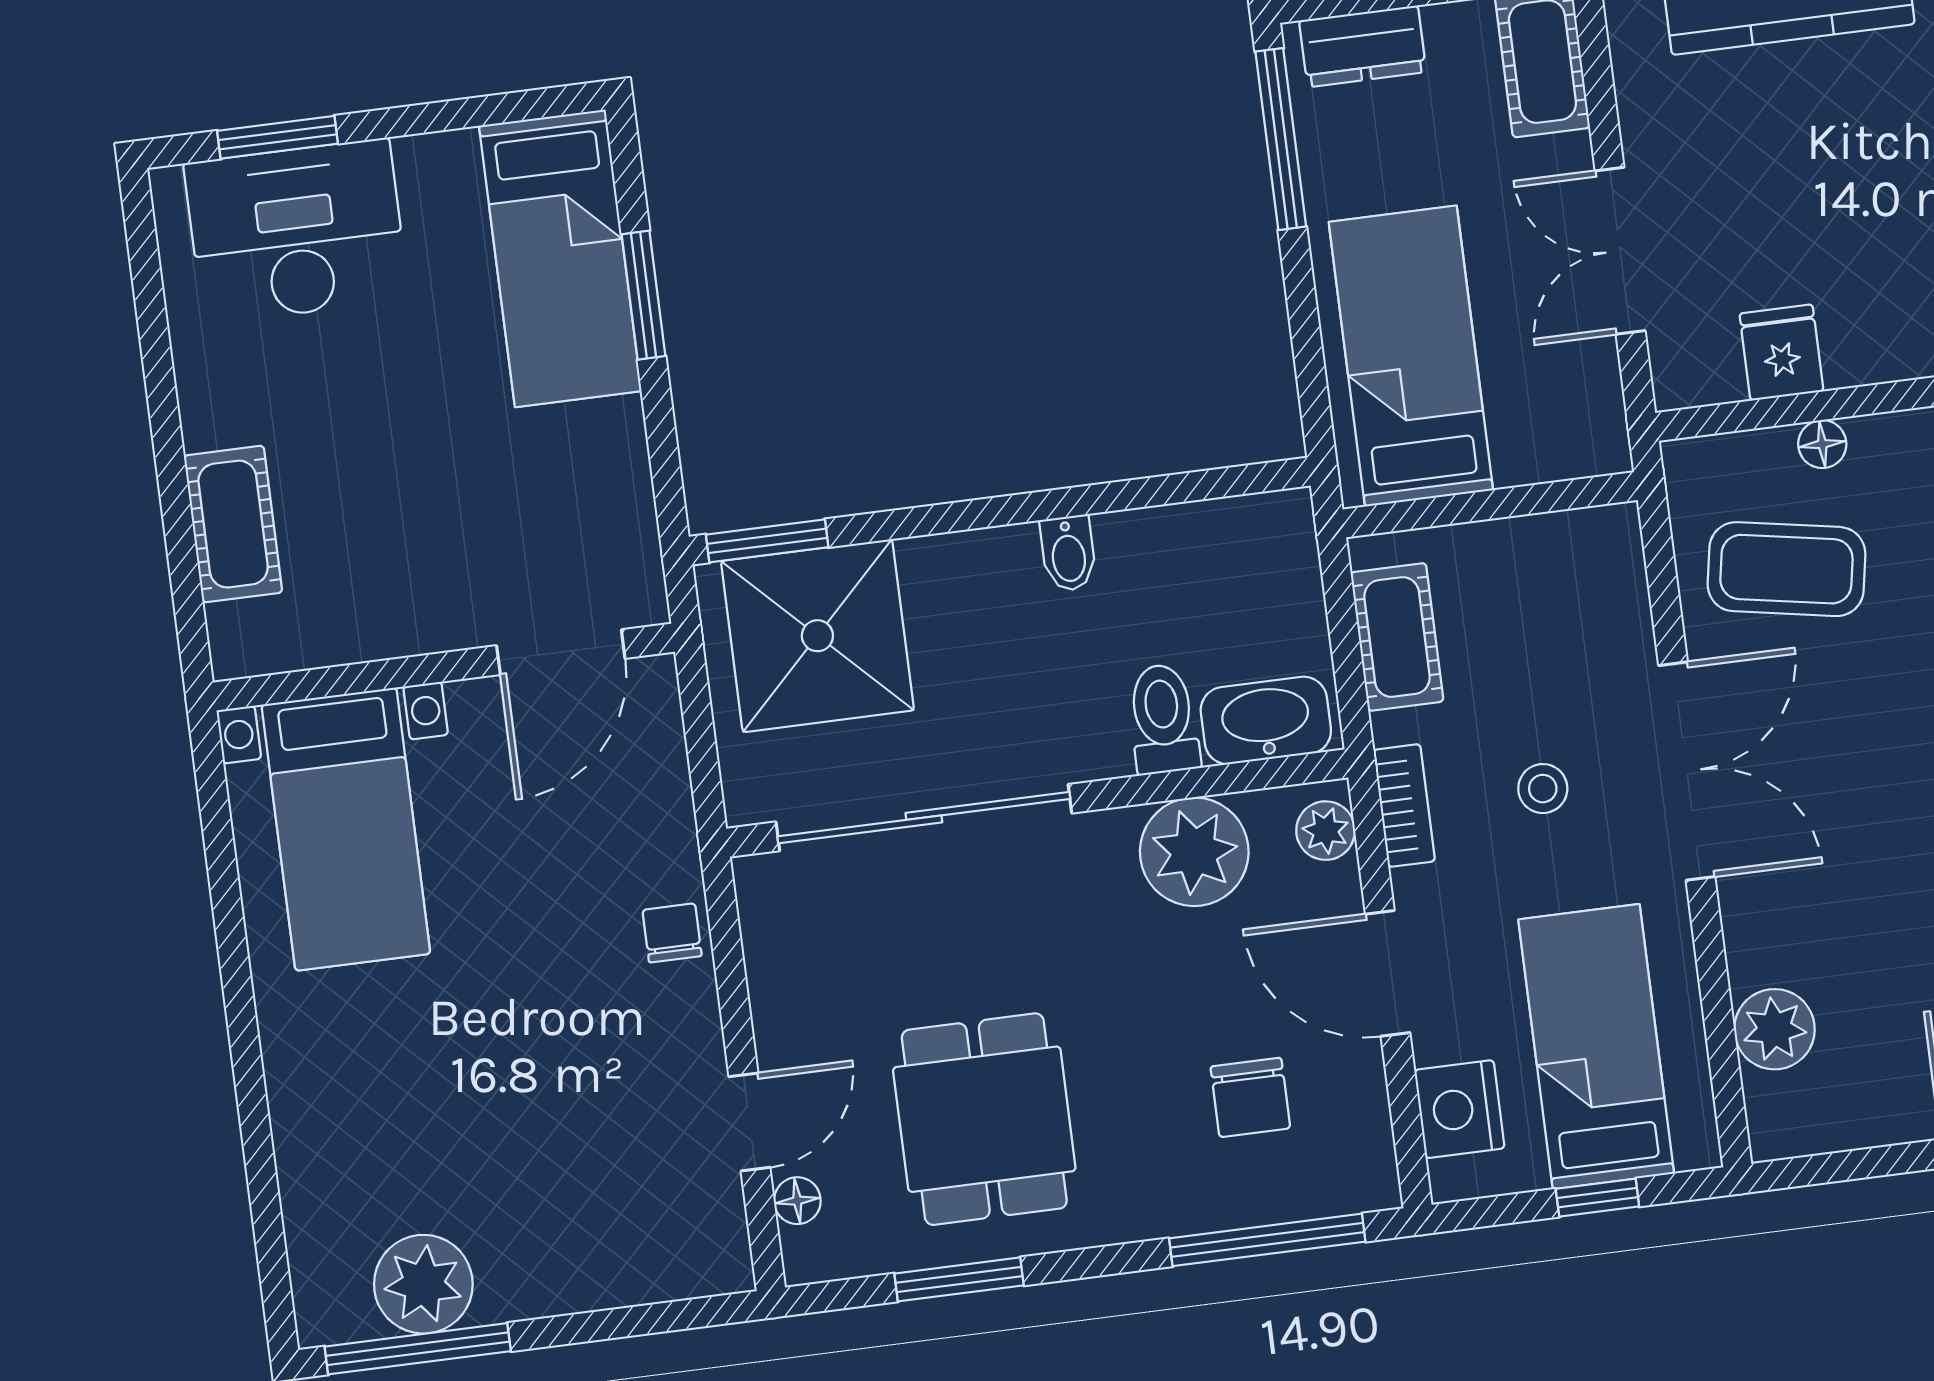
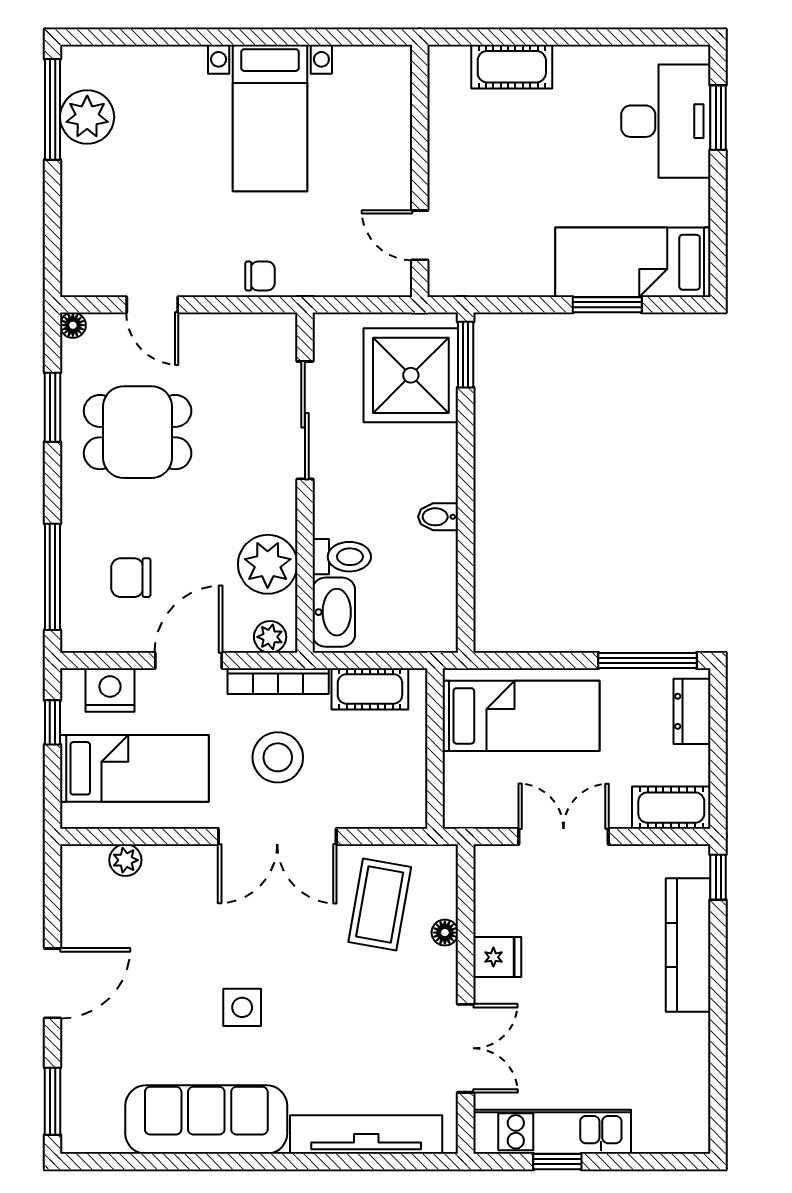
fridge: (1781, 353) -> (497, 957), moved
door: (561, 652) -> (420, 235), width x0.73
stool: (1543, 789) -> (278, 757), width x1.89, depth x1.89
bookcase: (1404, 806) -> (278, 681), width x1.56
sliding door: (924, 818) -> (305, 420), width x0.73
bed with nightstands: (346, 829) -> (270, 118), moved, turned -90
plant: (1774, 1029) -> (125, 860), width x0.73, depth x0.73
window: (1597, 1198) -> (52, 722), moved
floor lamp: (797, 1201) -> (73, 325), moved

